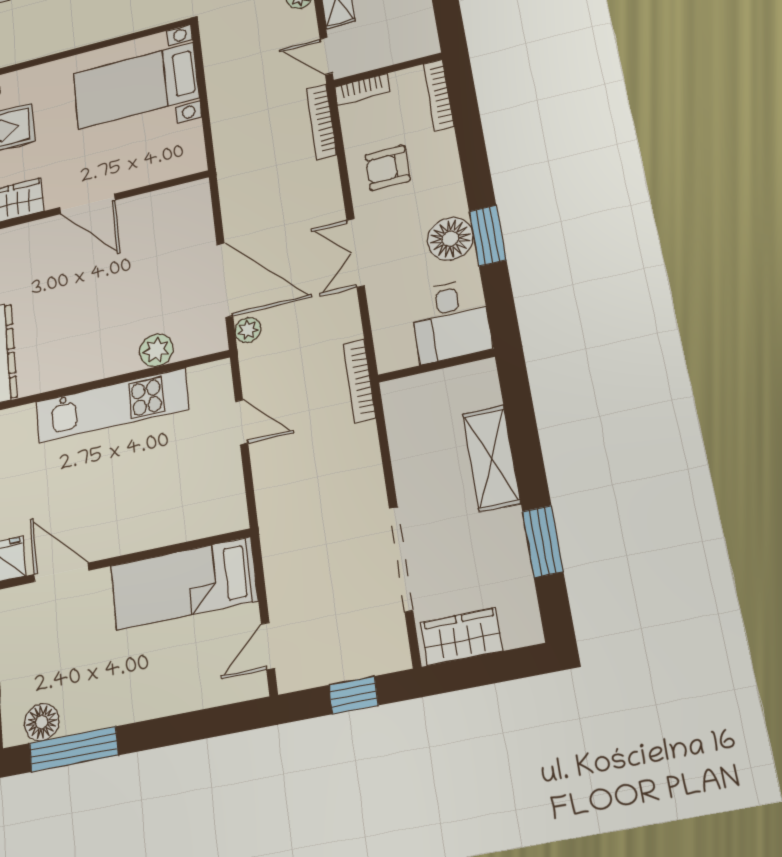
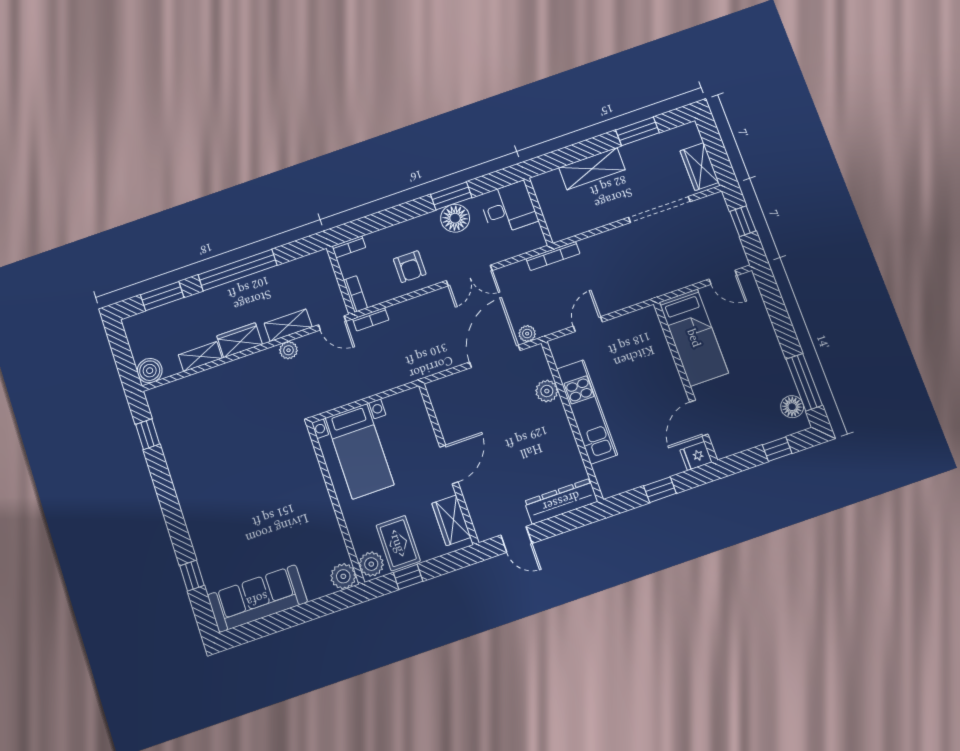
door: (326, 56) -> (332, 323), hinge flipped
bookcase: (438, 95) -> (349, 247), width x0.64
bookcase: (322, 122) -> (371, 319), width x0.64

